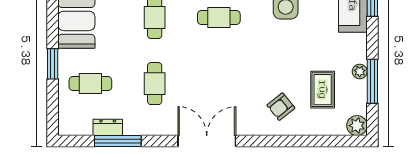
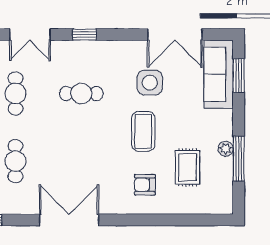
coffee table: (279, 54) -> (143, 131), added
armchair: (281, 107) -> (145, 185), turned 39
plant: (357, 126) -> (223, 204), removed

